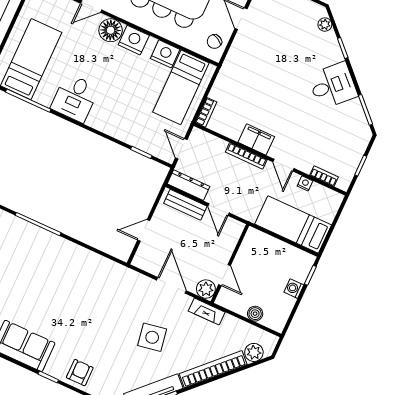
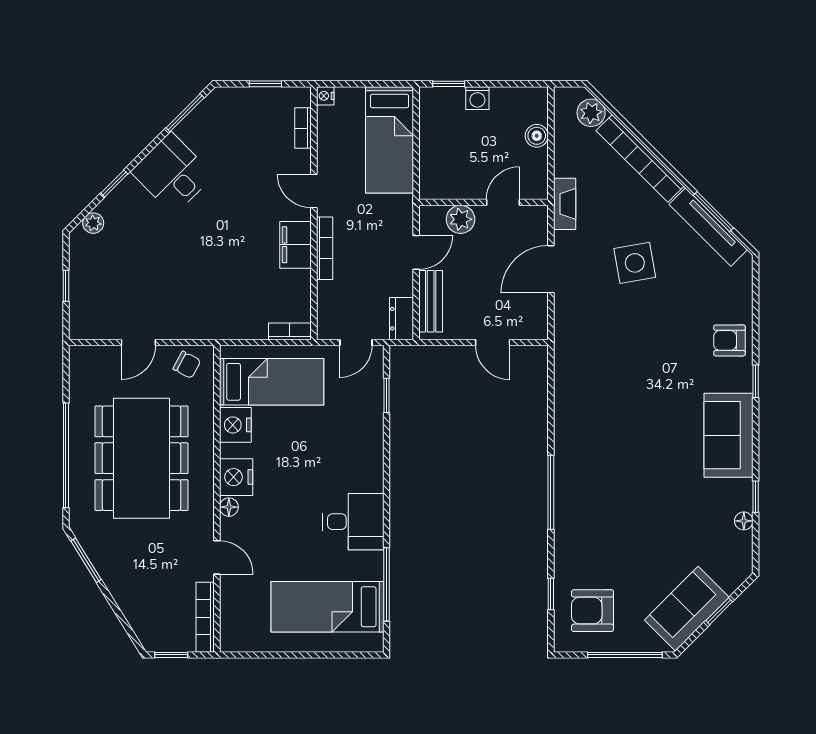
floor lamp: (111, 30) -> (229, 507), width x0.53, depth x0.53
door: (283, 165) -> (314, 191), swing flipped
nightstand: (305, 183) -> (325, 96), moved
dresser: (188, 185) -> (402, 319), width x0.70
plant: (206, 289) -> (461, 219), moved

